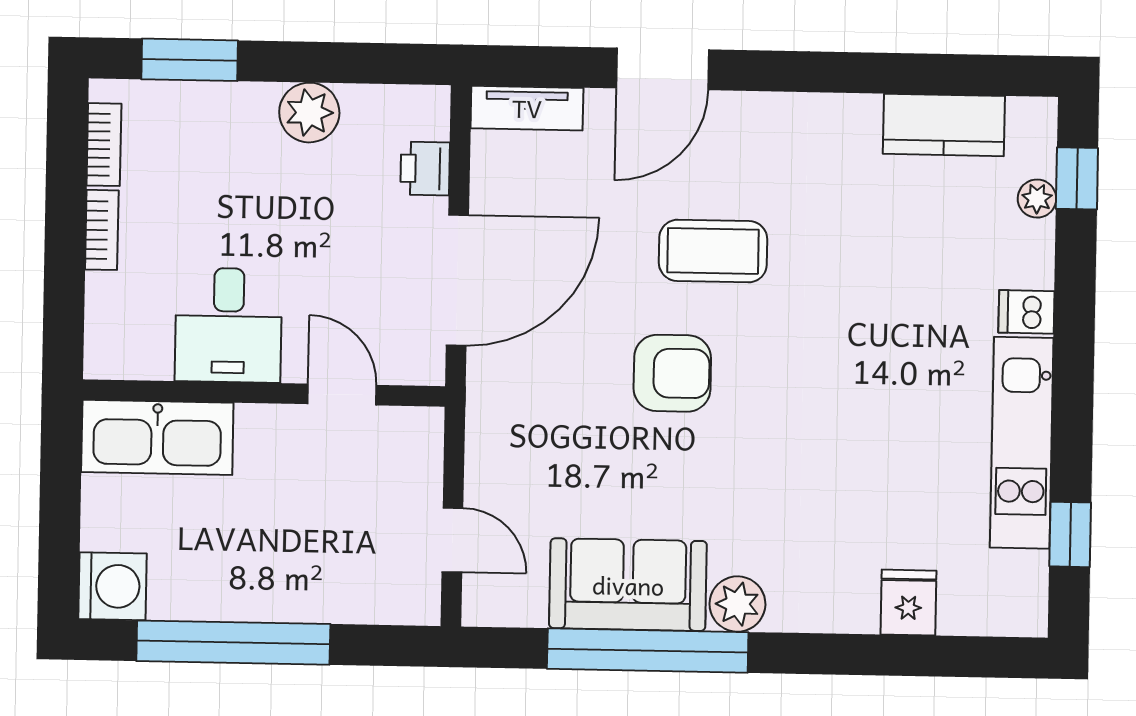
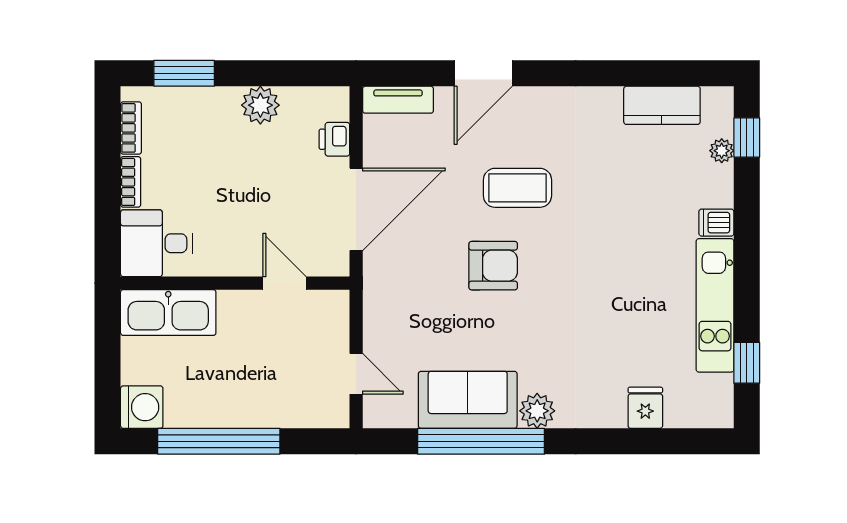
desk: (228, 325) -> (157, 243), moved, turned 90

